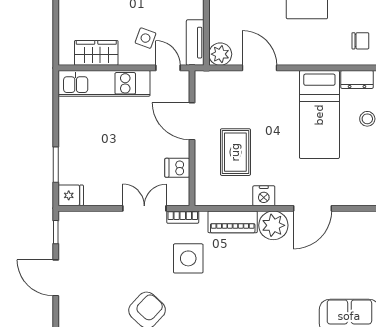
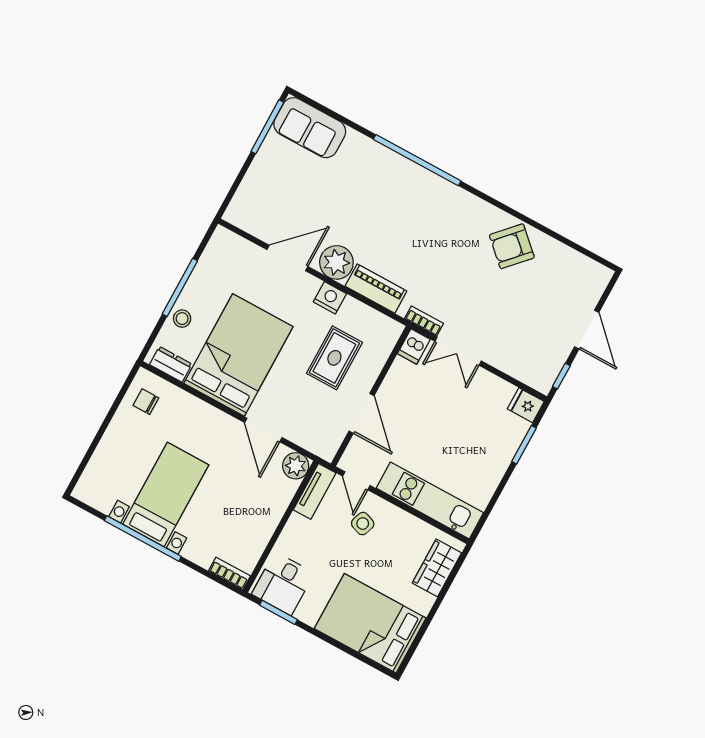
wardrobe: (96, 53) -> (437, 568), moved, turned 90
bed: (319, 115) -> (238, 355), width x1.50
dishwasher: (177, 168) -> (414, 346), moved, turned 90
side table: (188, 258) -> (441, 276), removed

